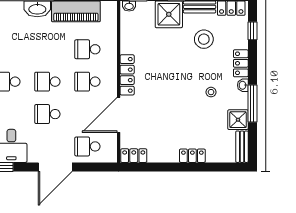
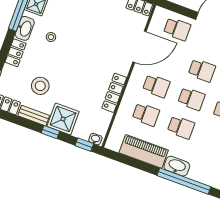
school desk: (47, 49) -> (181, 127), added
locker: (127, 75) -> (114, 93), moved
washbasin: (243, 85) -> (25, 28), width x1.91, depth x1.45

